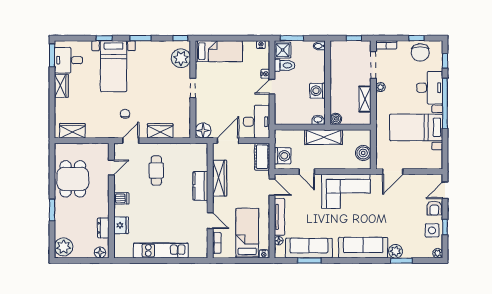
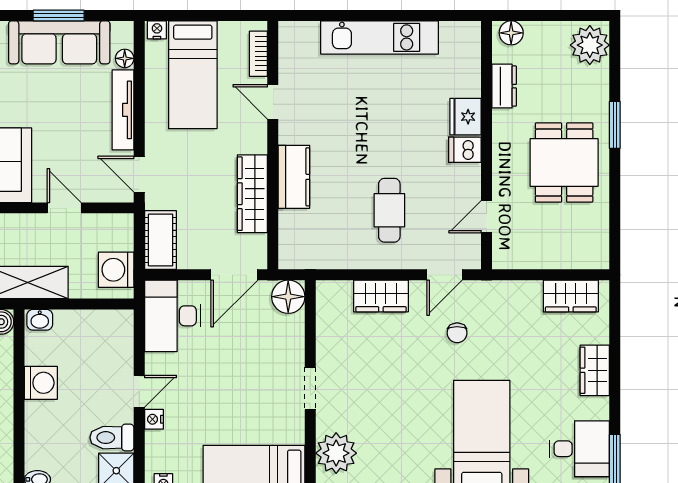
wardrobe: (61, 86) -> (595, 370), moved
washing machine: (283, 156) -> (116, 270), moved
dining table: (73, 179) -> (564, 163), moved
fridge: (121, 225) -> (466, 117), moved

